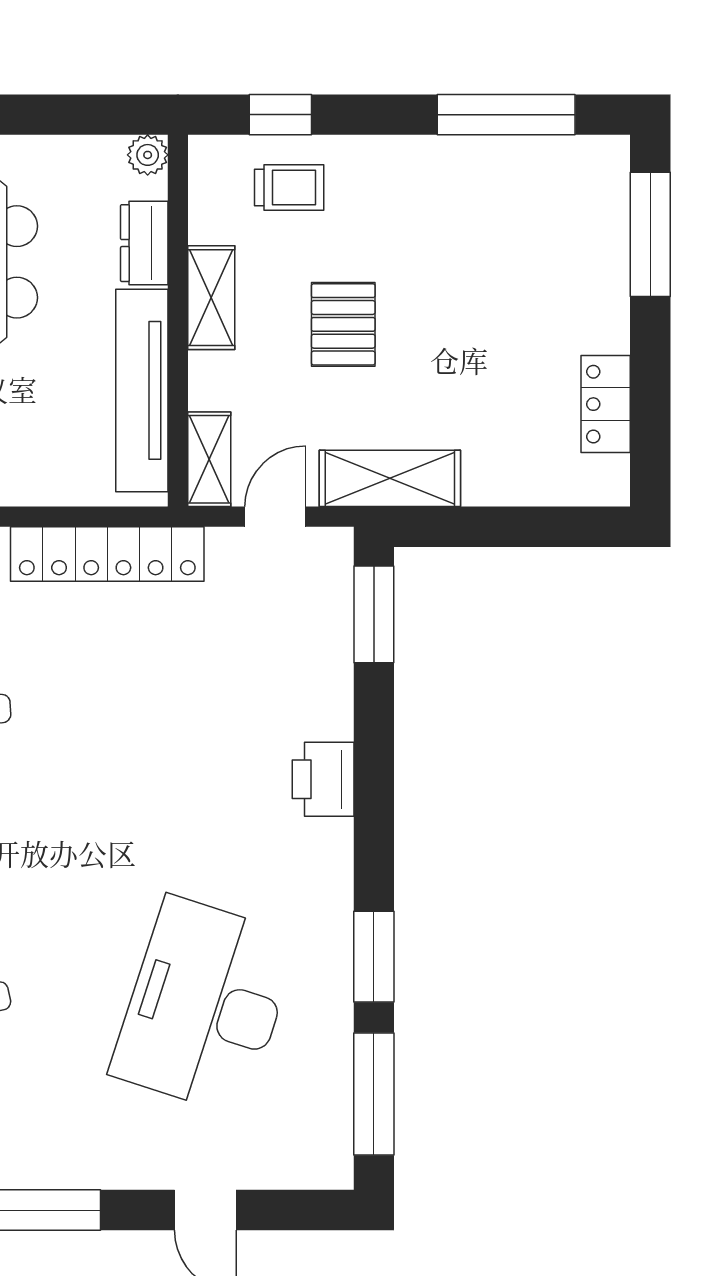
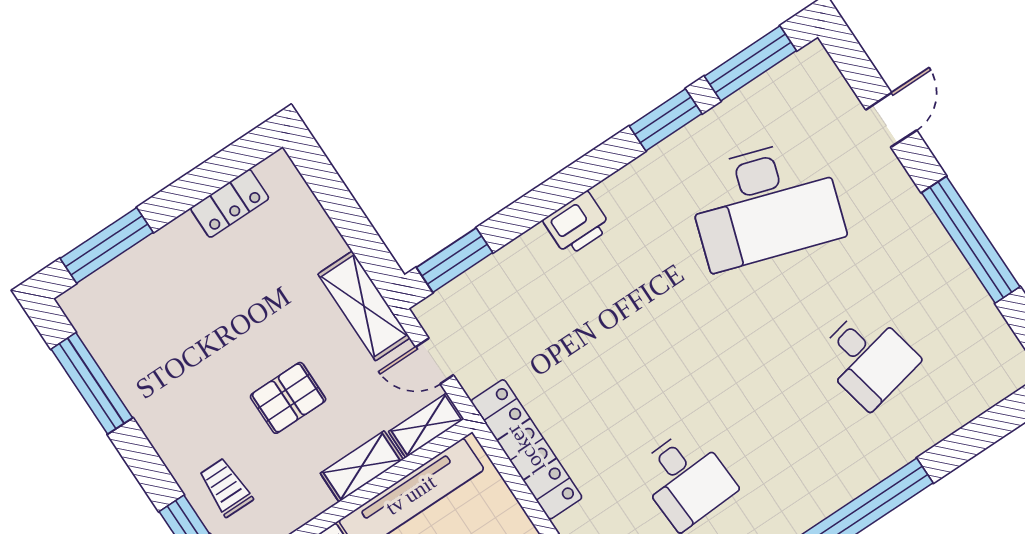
shelving: (211, 298) -> (362, 466), moved

